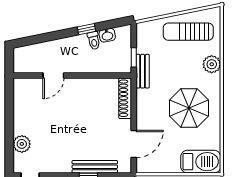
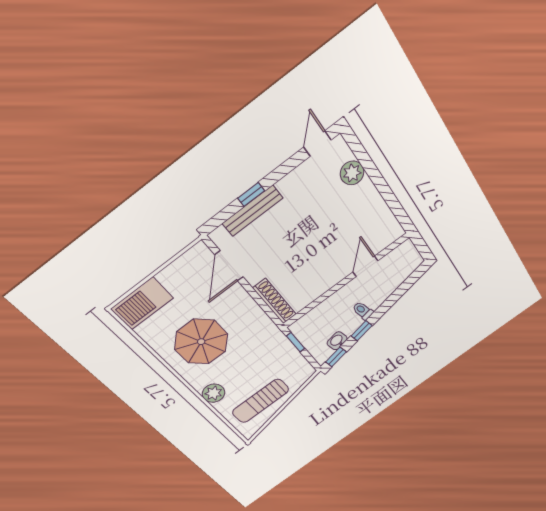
window: (116, 23) -> (336, 357), added
sun lounger: (188, 32) -> (261, 401), turned 180
toilet: (94, 41) -> (363, 311), moved
bench: (143, 71) -> (277, 337), removed

